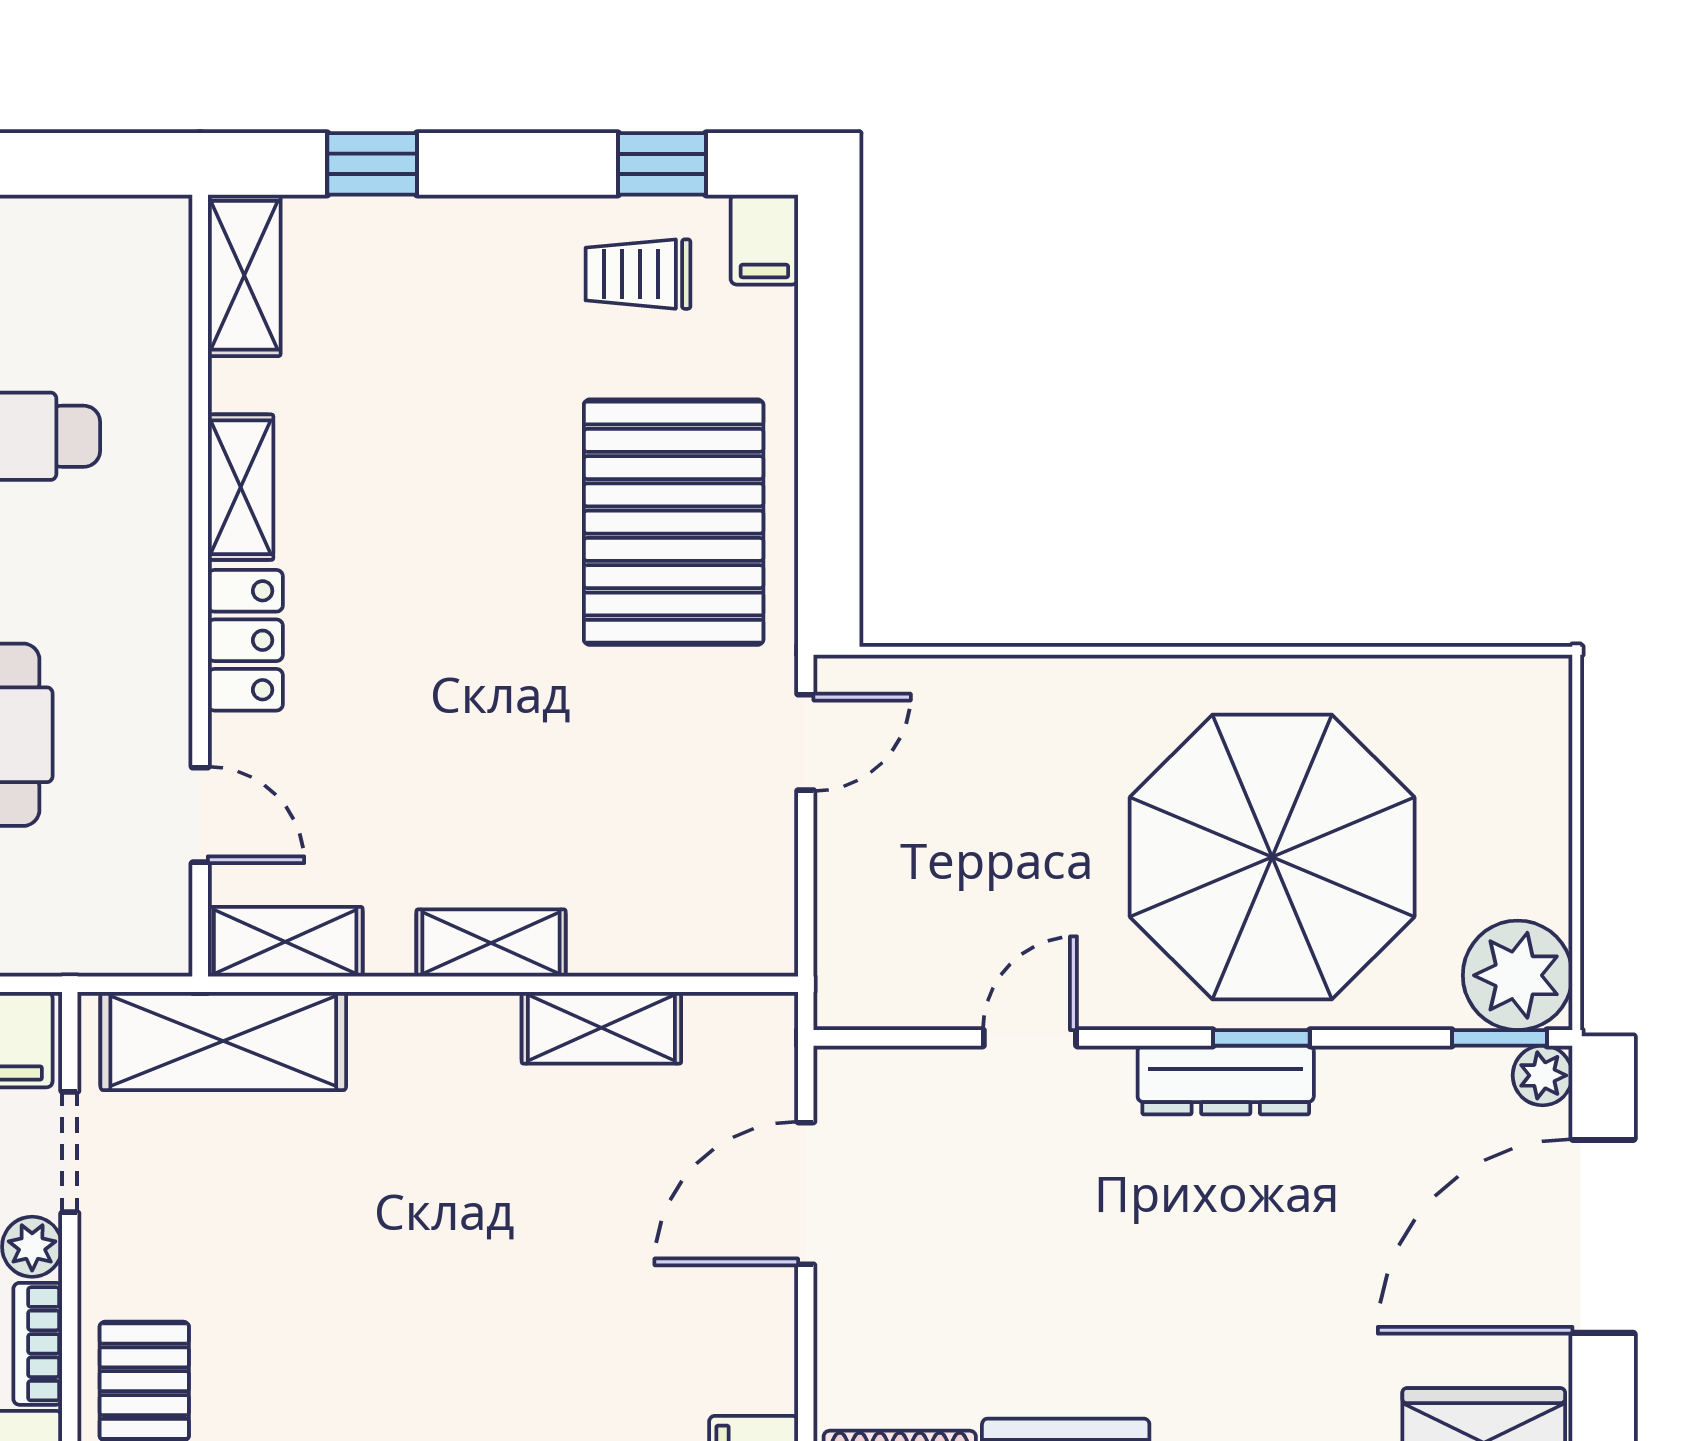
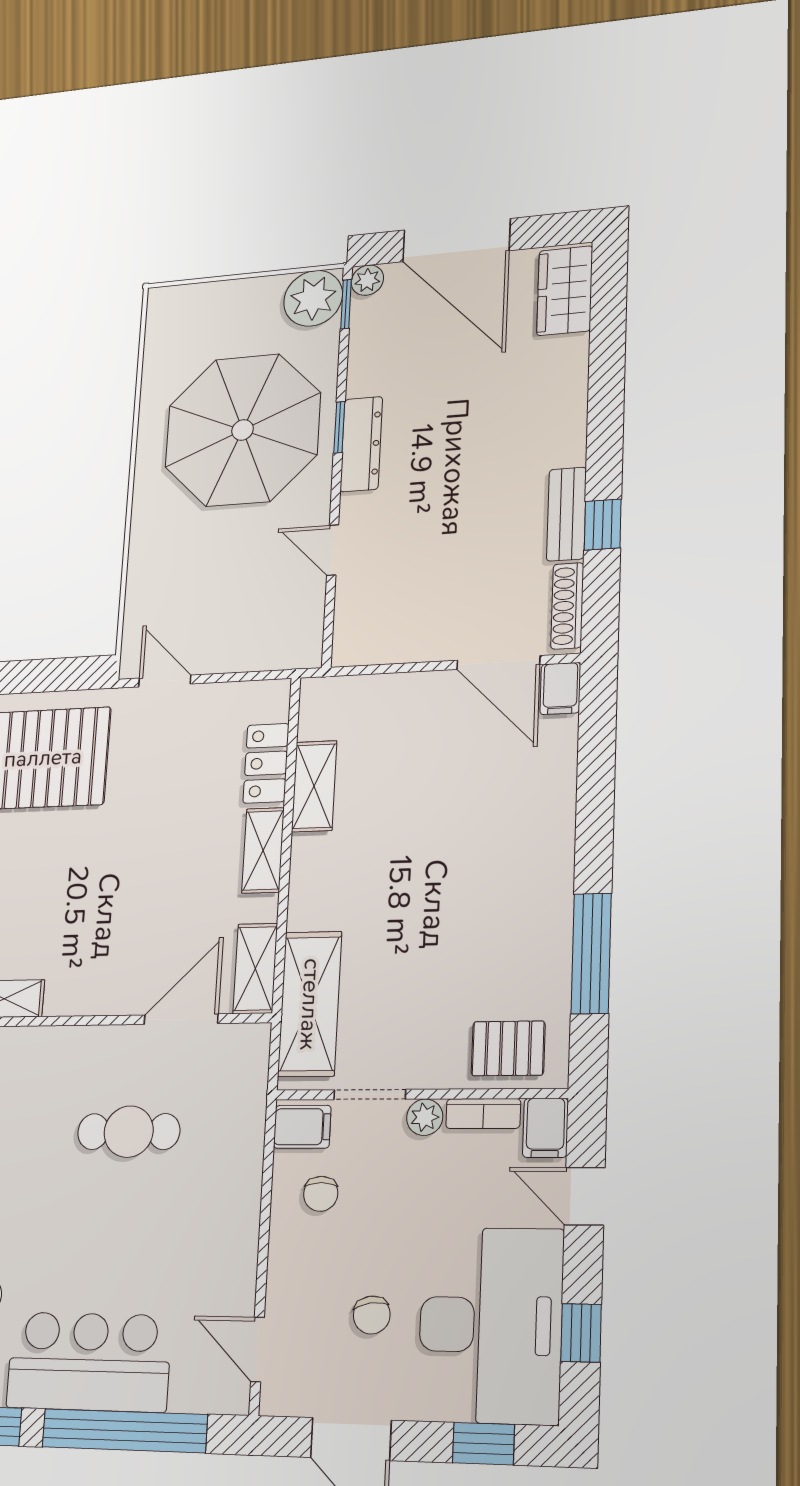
locker: (245, 640) -> (266, 763), moved, turned -90
door: (200, 815) -> (181, 1019), width x1.37
door: (806, 1193) -> (498, 662), moved

